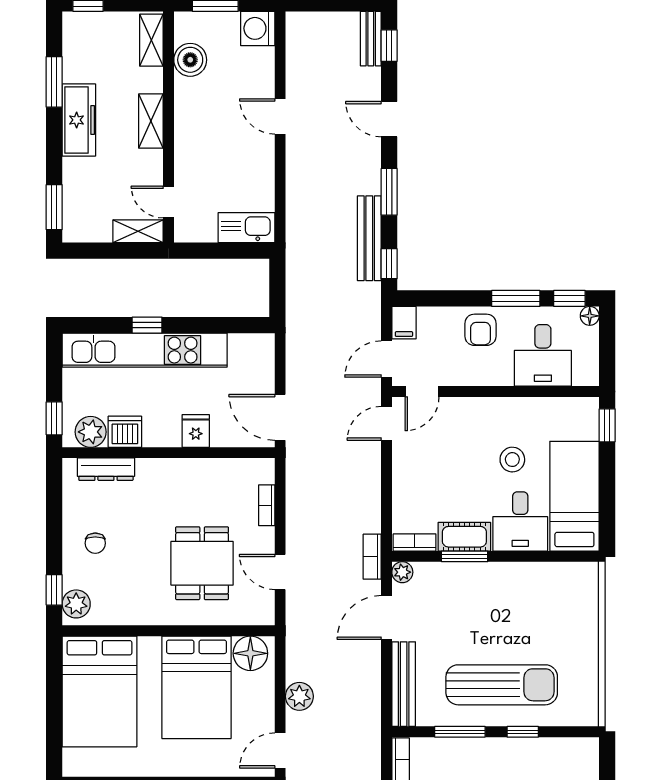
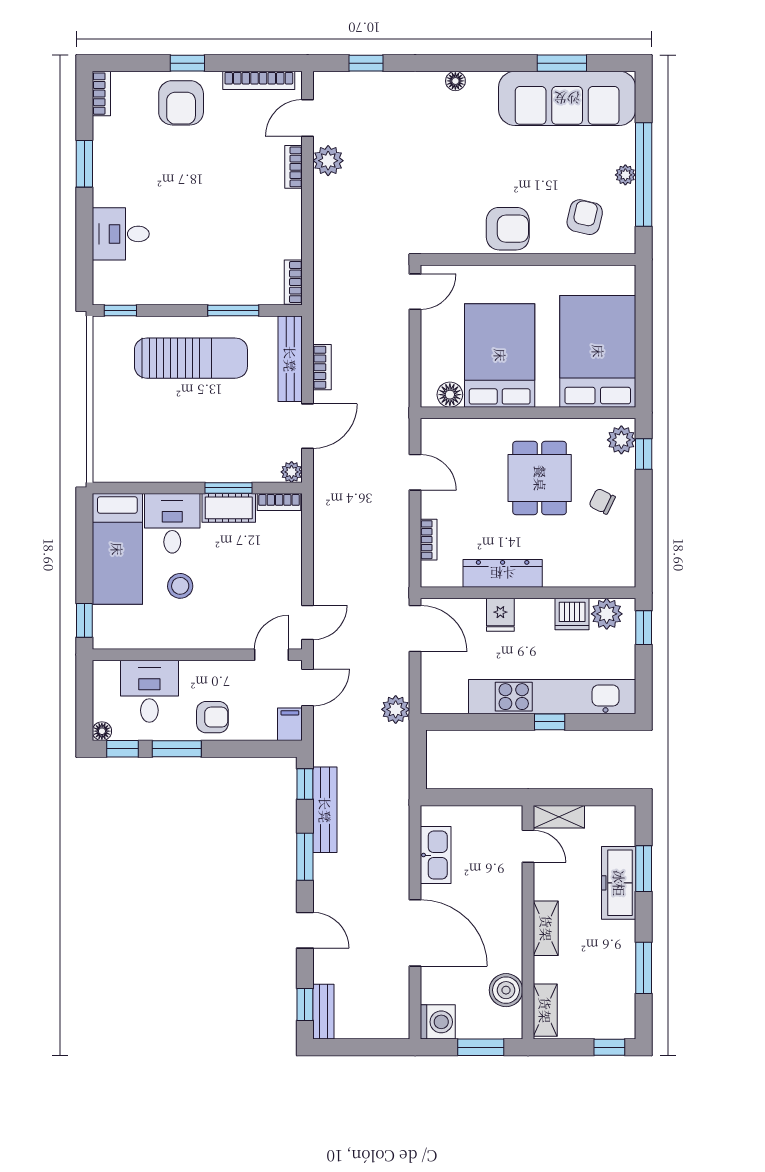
door: (280, 116) -> (415, 933), width x1.87
freezer: (79, 120) -> (619, 883), moved
window: (54, 207) -> (644, 869), moved
kitchen sink: (246, 228) -> (436, 855), moved, turned -90
armchair: (480, 330) -> (212, 717), turned 90
dresser: (106, 469) -> (503, 573), moved, width x1.37, depth x1.24
chair: (95, 543) -> (602, 501), turned -64
bookcase: (372, 557) -> (322, 367), moved
dining table: (202, 563) -> (540, 478), moved
floor lamp: (250, 653) -> (450, 395), width x0.73, depth x0.73
sun lounger: (502, 685) -> (191, 358), turned 180
plant: (299, 696) -> (396, 709), moved
window: (523, 732) -> (120, 311), moved

